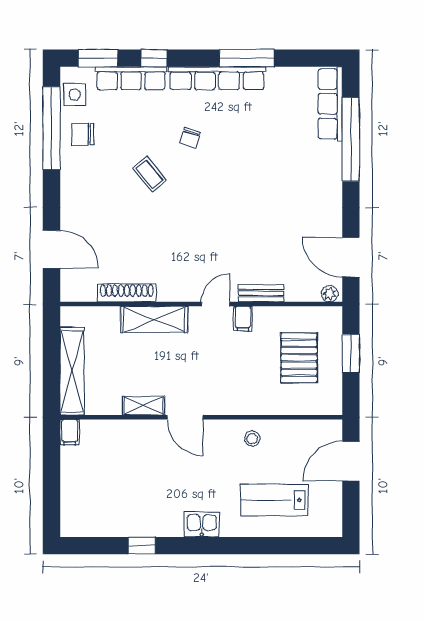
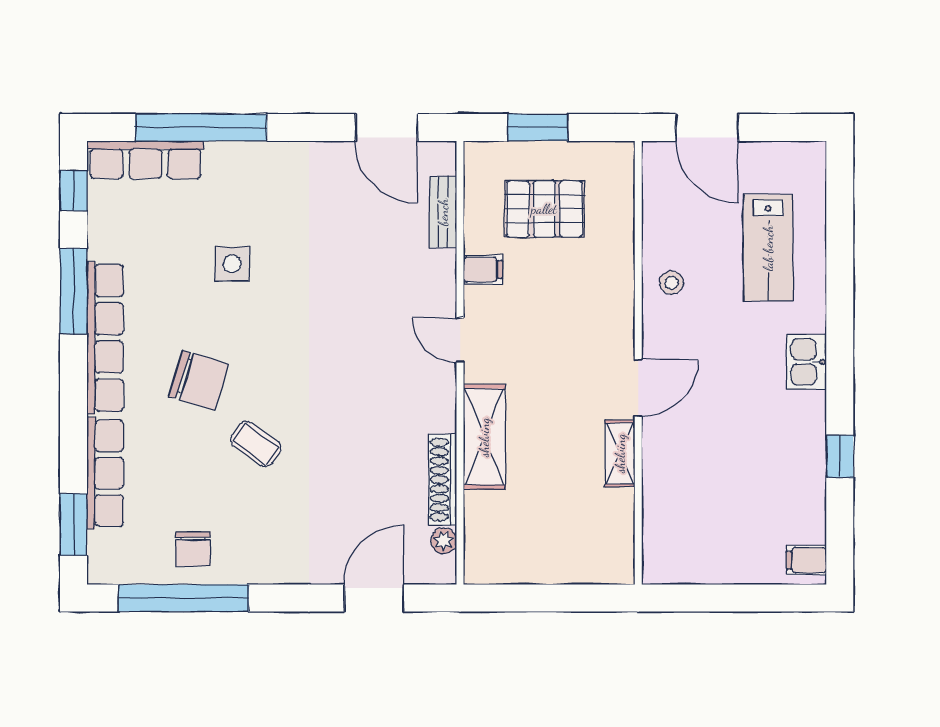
window: (154, 58) -> (74, 191), moved
side table: (75, 95) -> (232, 264), moved
chair: (190, 138) -> (199, 380), width x1.87, depth x1.87
coffee table: (149, 174) -> (256, 444), turned 75
door: (351, 257) -> (387, 127), hinge flipped
bench: (261, 293) -> (443, 212), moved
plant: (330, 294) -> (444, 541), moved
filing cabinet: (243, 319) -> (483, 270), moved
shelving: (72, 371) -> (566, 566), removed
filing cabinet: (70, 432) -> (806, 560), moved, turned 180

